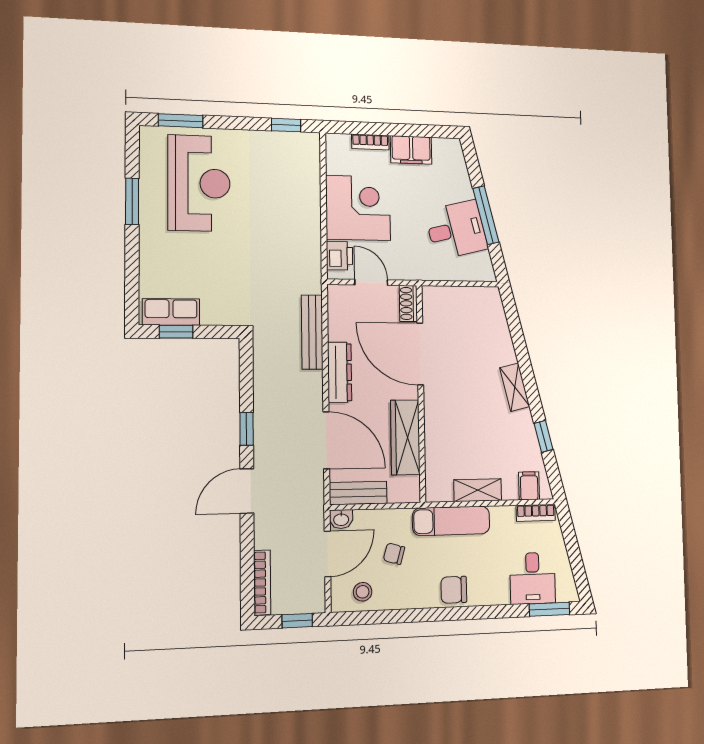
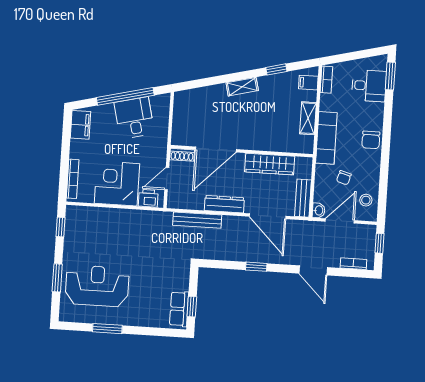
window: (181, 121) -> (57, 278), moved
bookcase: (370, 142) -> (73, 179), width x1.56
filing cabinet: (411, 150) -> (80, 125), moved
window: (486, 215) -> (125, 96), width x1.46
door: (326, 440) -> (268, 216), swing flipped
door: (247, 491) -> (313, 270), moved
door: (328, 554) -> (340, 221), hinge flipped
bookcase: (262, 582) -> (353, 264), width x0.64

